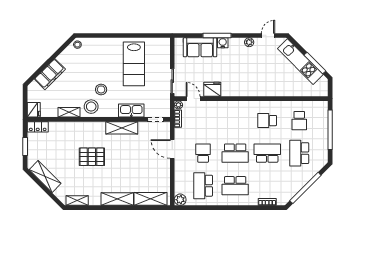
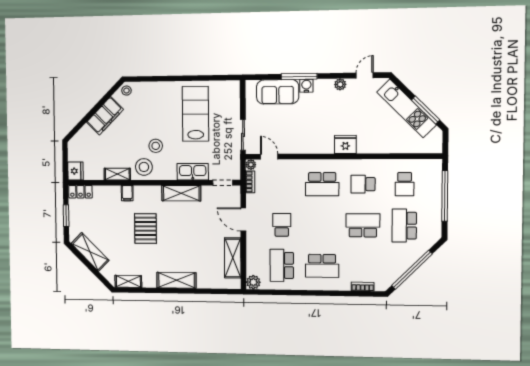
lab bench: (134, 64) -> (196, 114), turned 180
filing cabinet: (50, 74) -> (105, 116), moved
fridge: (212, 89) -> (345, 144), moved
filing cabinet: (77, 128) -> (127, 193), added
school desk: (235, 153) -> (322, 184), moved
pallet: (92, 157) -> (145, 228), turned 90
shelving: (151, 199) -> (233, 258), moved, turned 90

